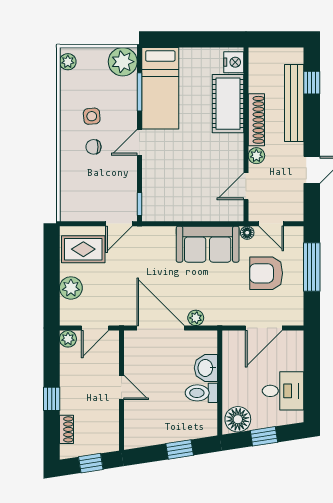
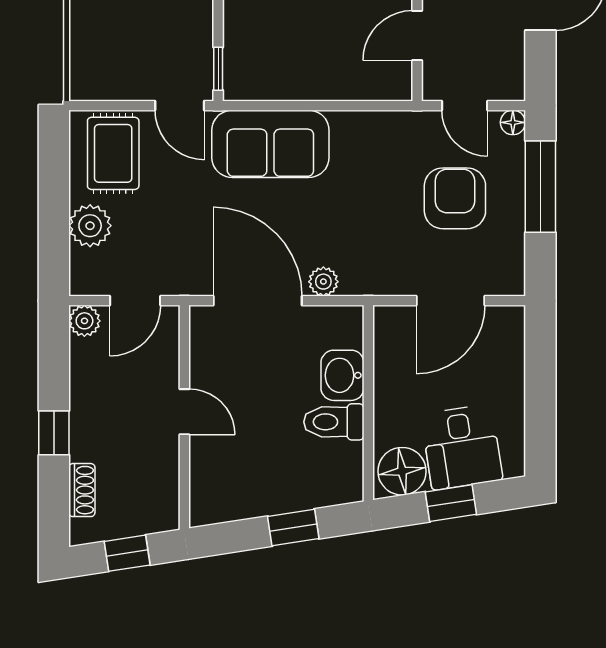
door: (119, 224) -> (180, 106), hinge flipped
floor lamp: (247, 233) -> (513, 122), moved
sofa: (208, 244) -> (270, 144), moved
rug: (83, 249) -> (113, 153), turned 90
armchair: (266, 273) -> (455, 198), turned 90
desk: (283, 391) -> (462, 447), moved, turned 81

